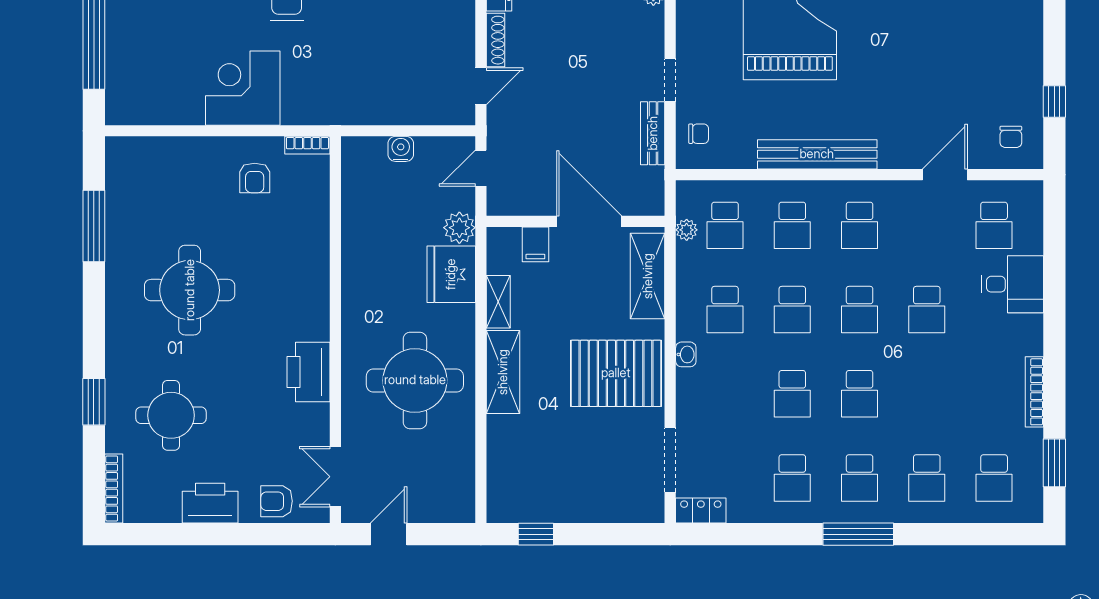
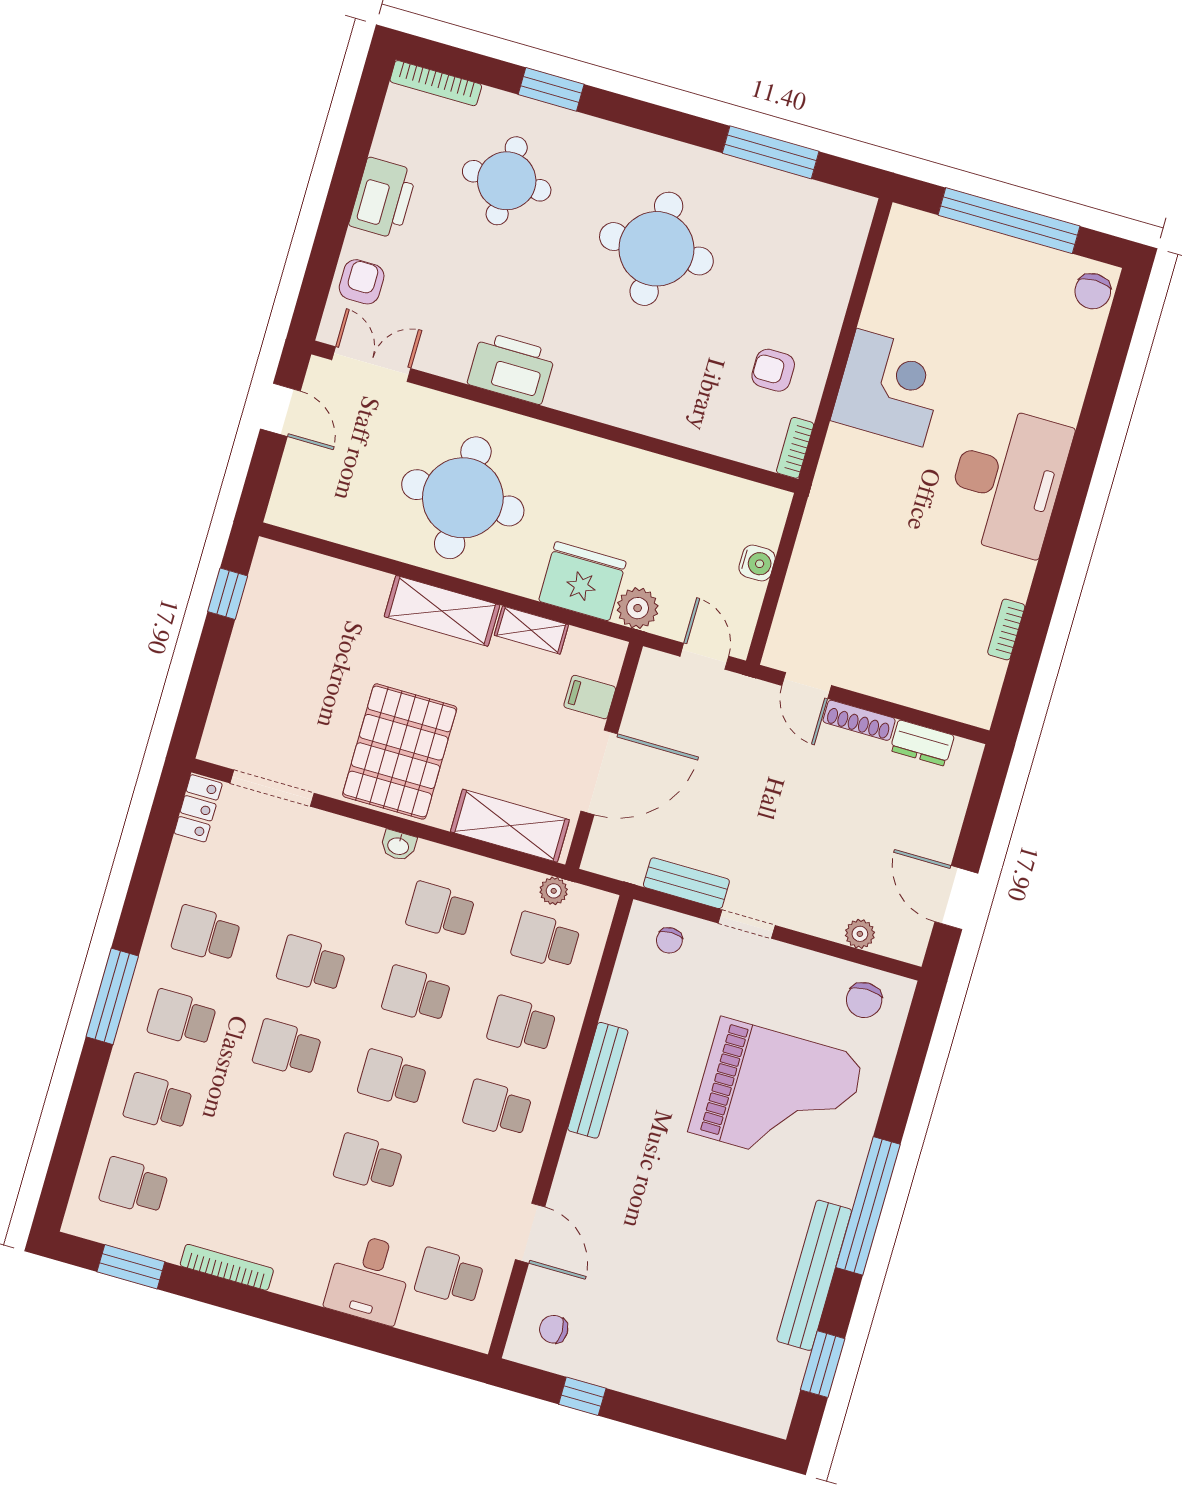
bench: (817, 154) -> (598, 1080), width x0.73, depth x0.82

